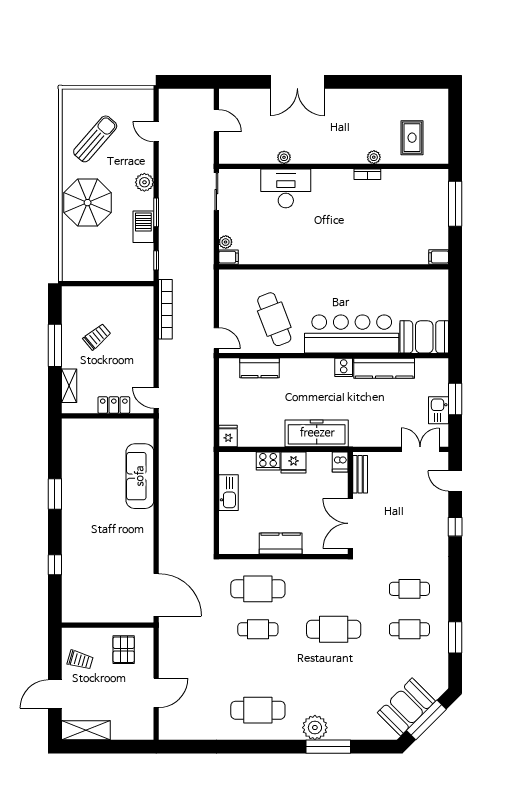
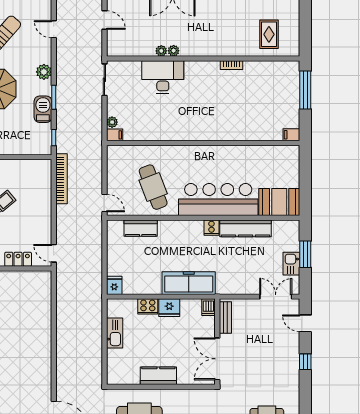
plant: (374, 157) -> (174, 51), moved
sofa: (140, 476) -> (40, 319), removed

